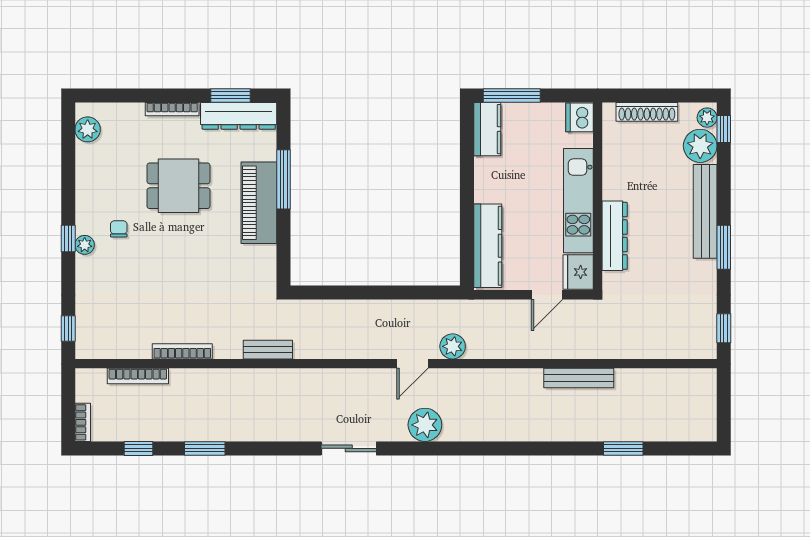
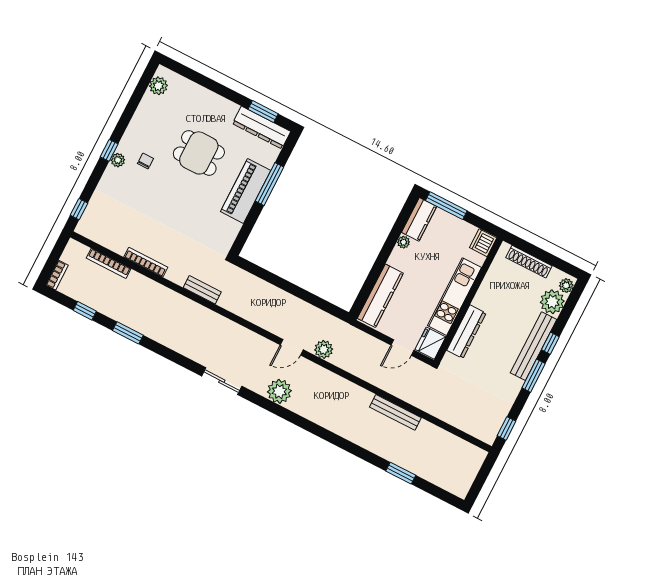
bookcase: (172, 109) -> (220, 101), removed
window: (724, 129) -> (550, 343), moved
plant: (482, 166) -> (403, 242), added

